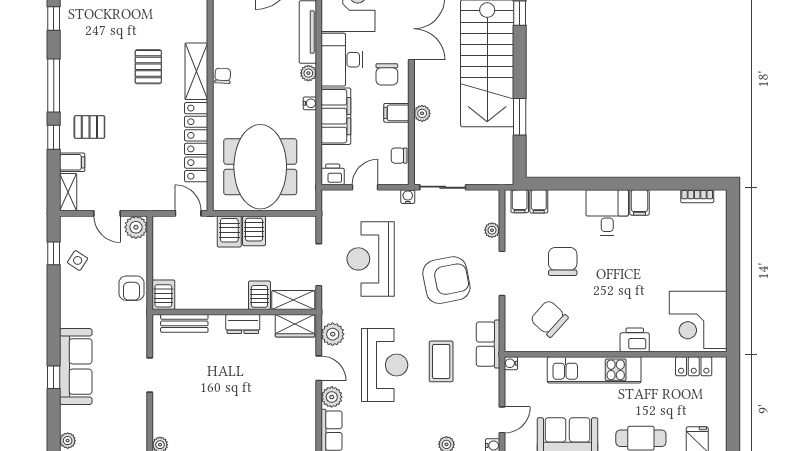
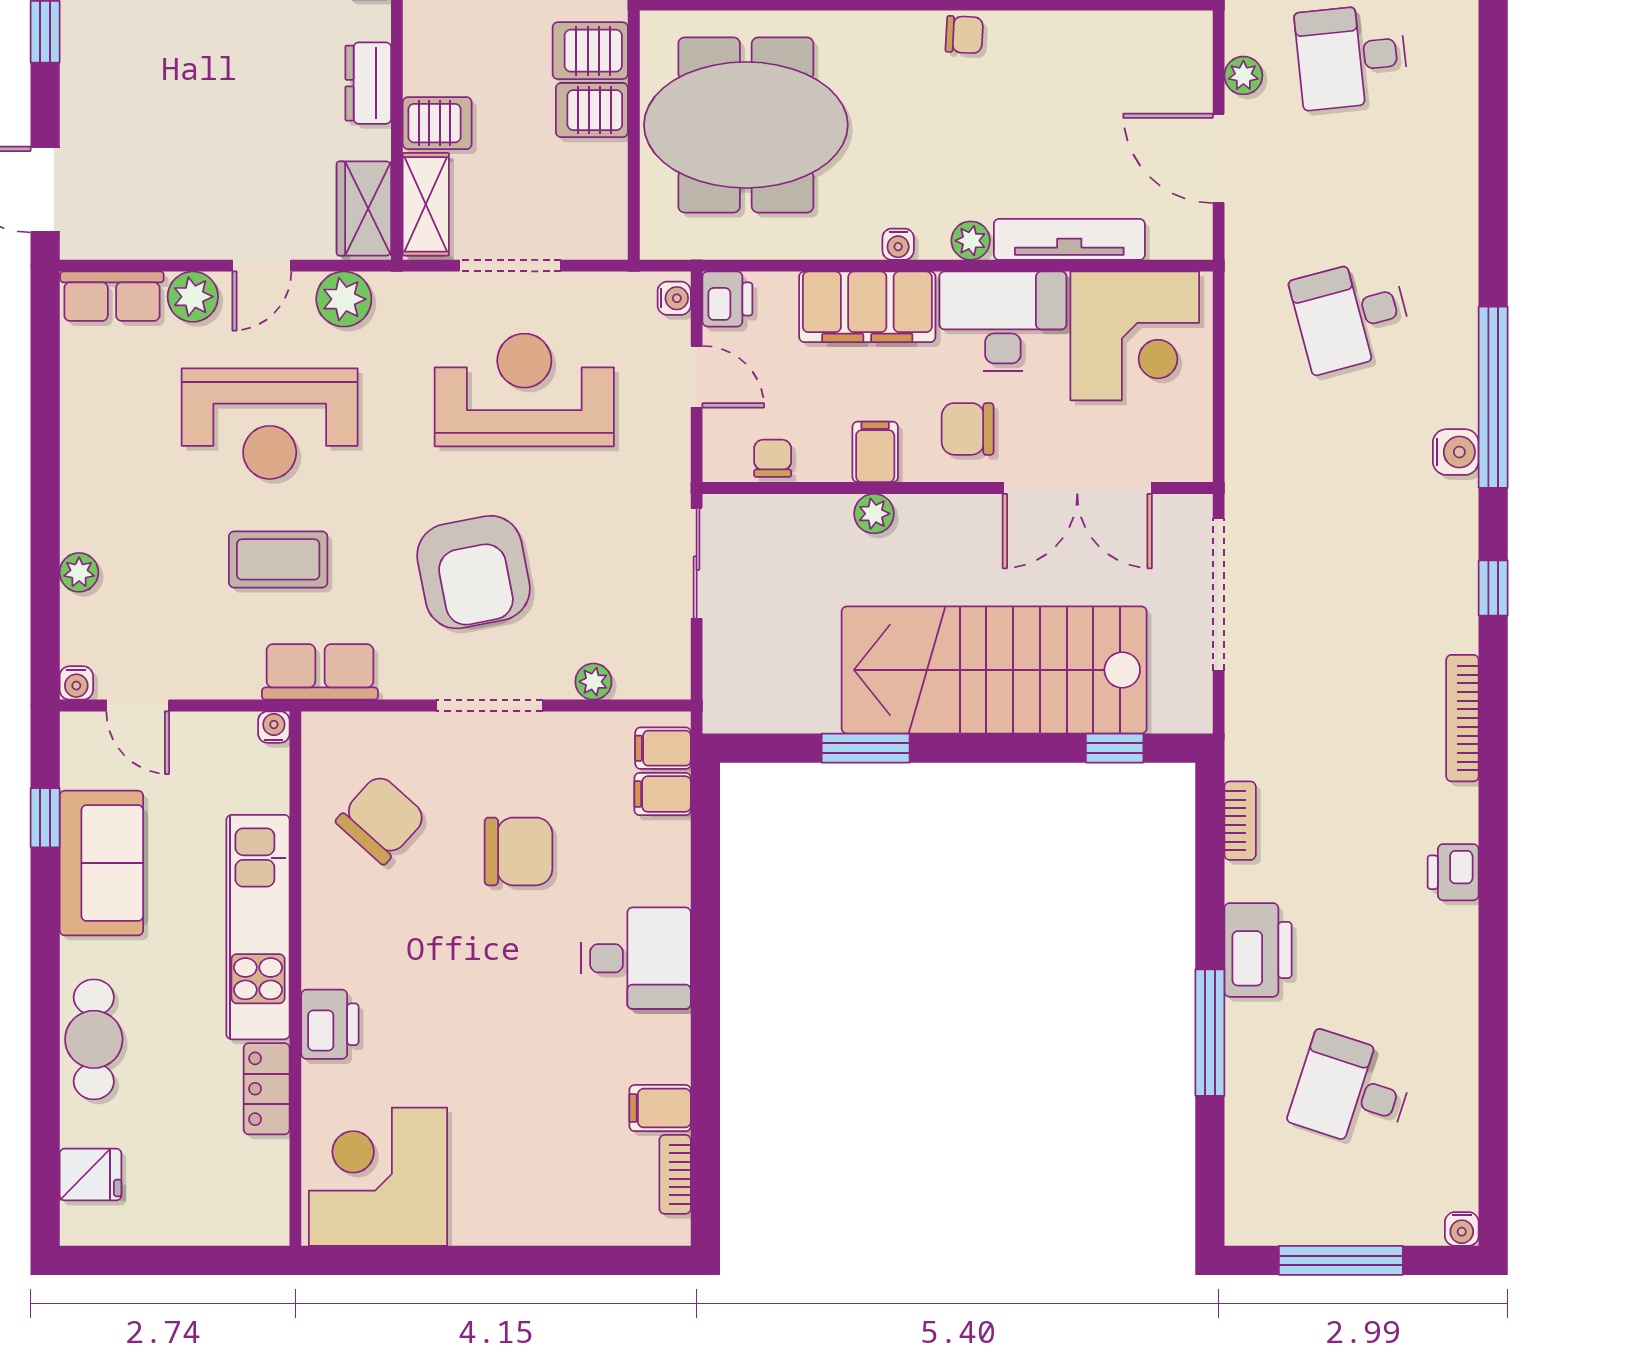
water cooler: (408, 197) -> (674, 298), moved
filing cabinet: (640, 202) -> (660, 1108), moved
locker: (694, 366) -> (267, 1089), moved

